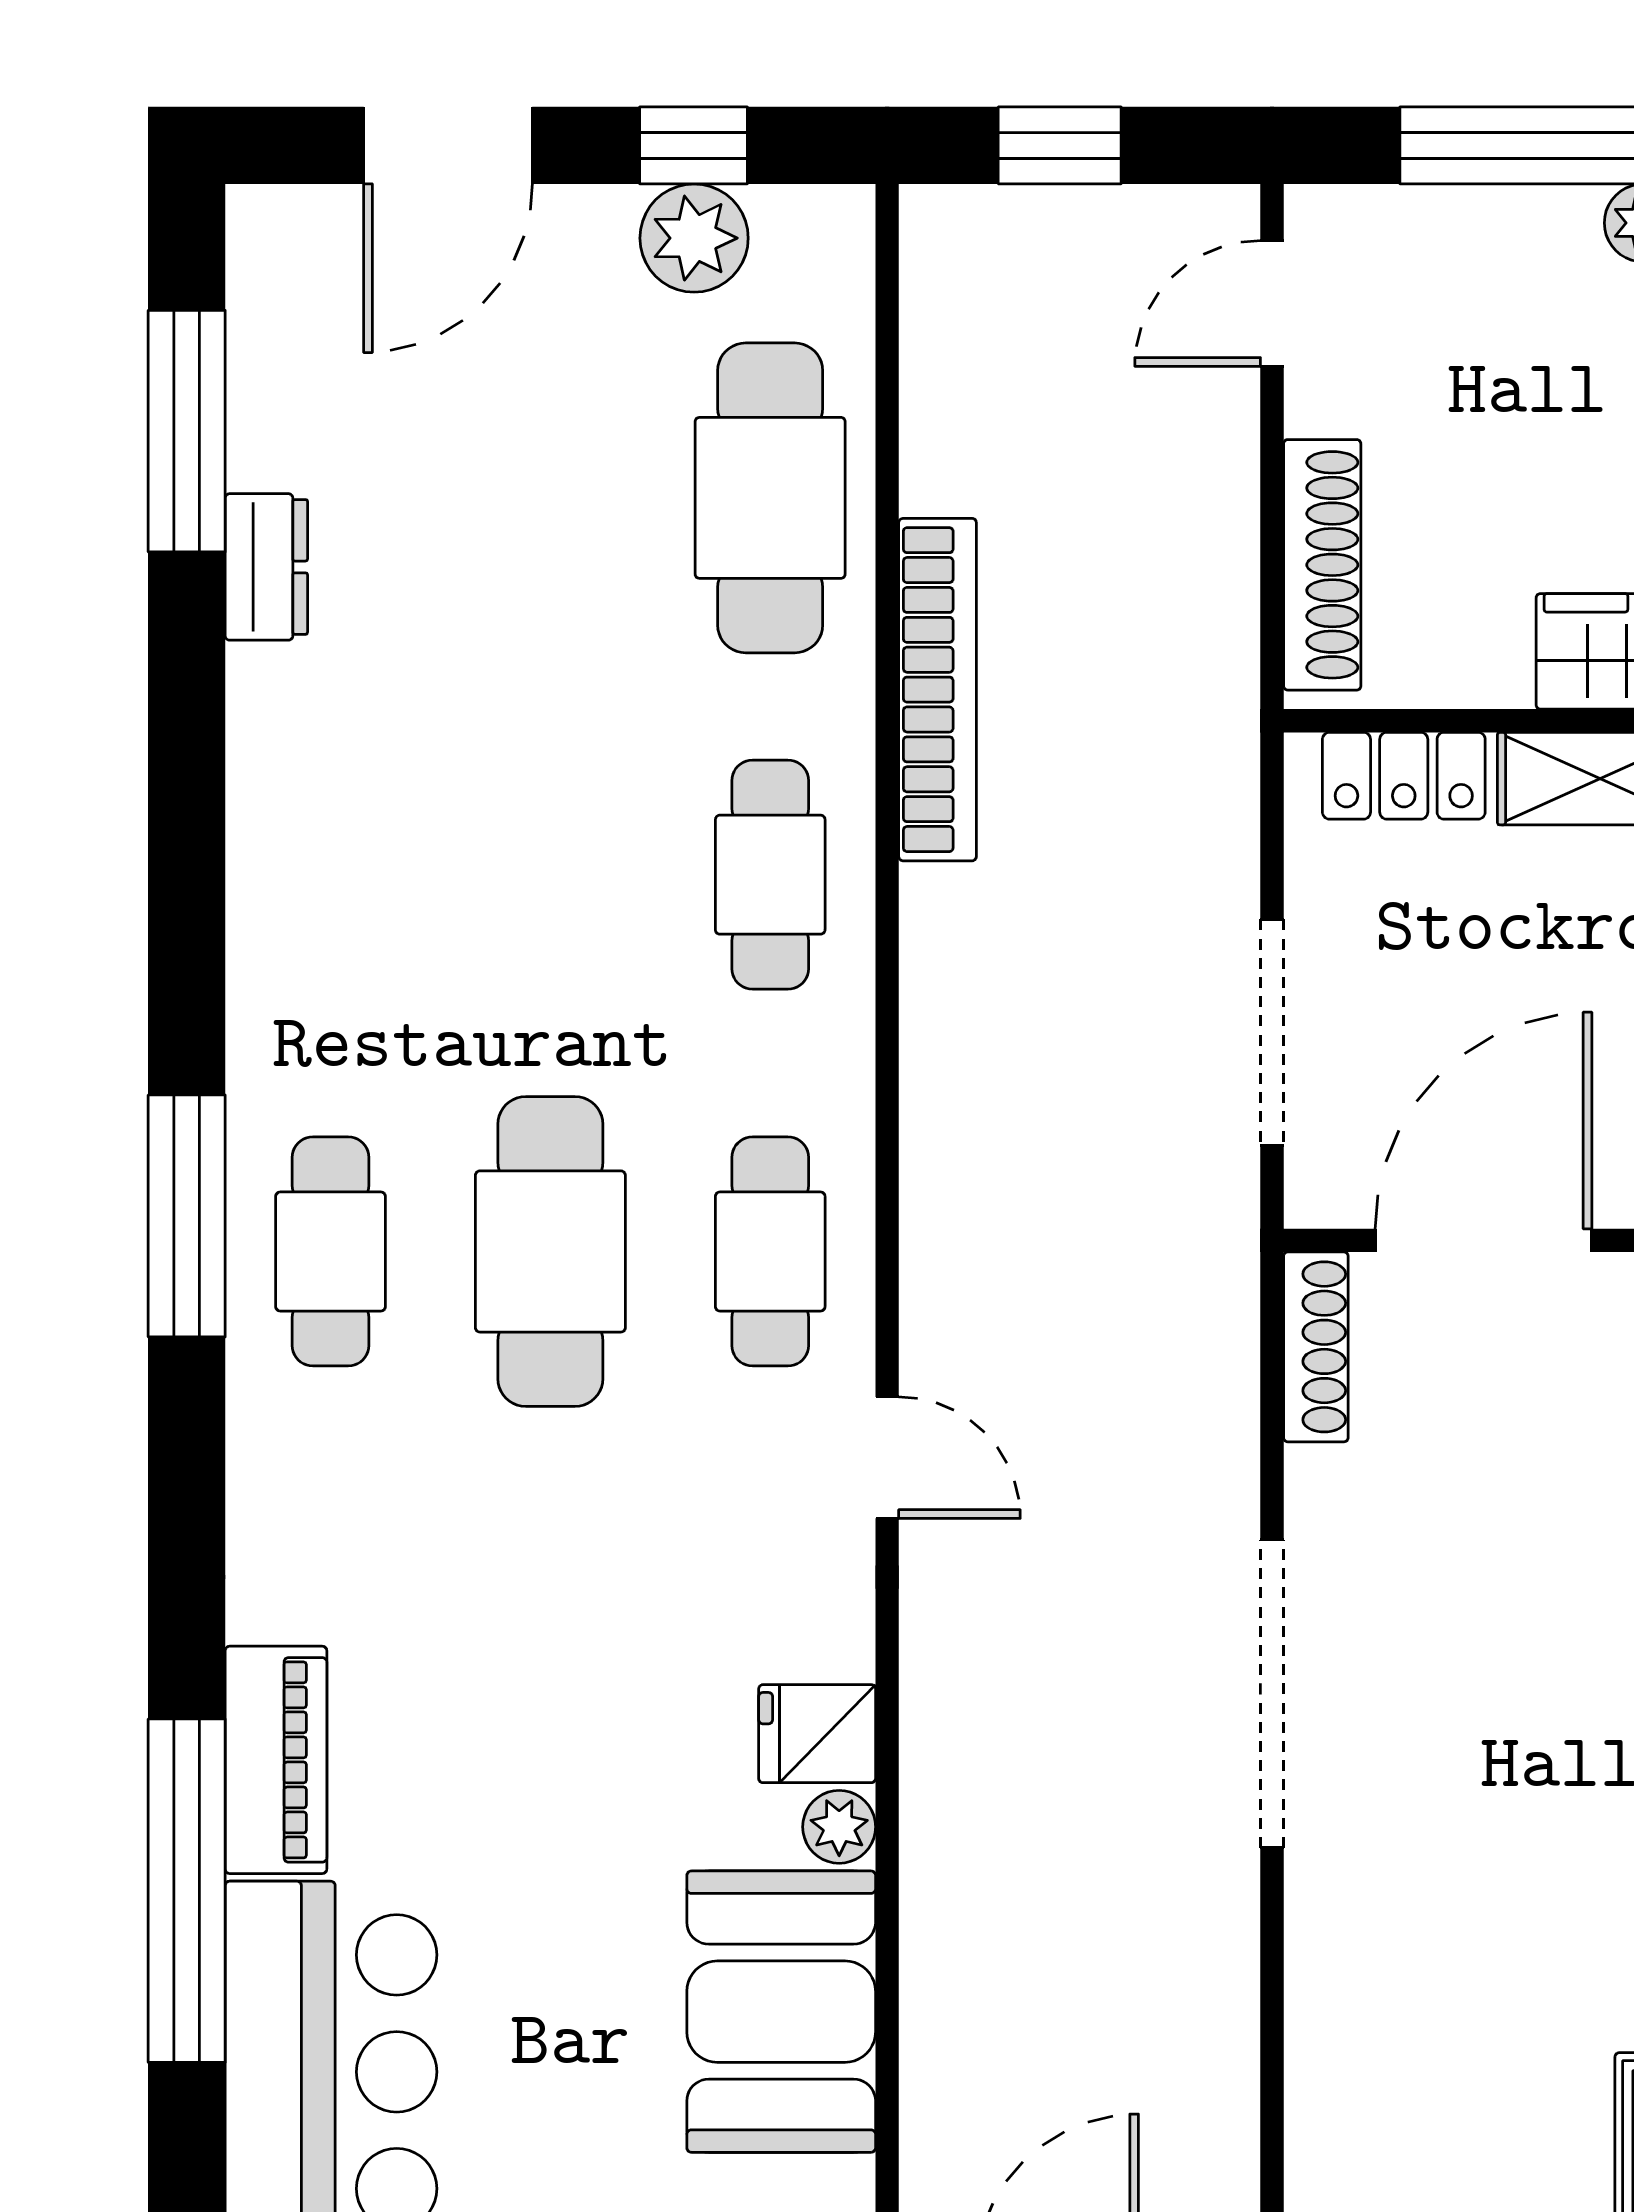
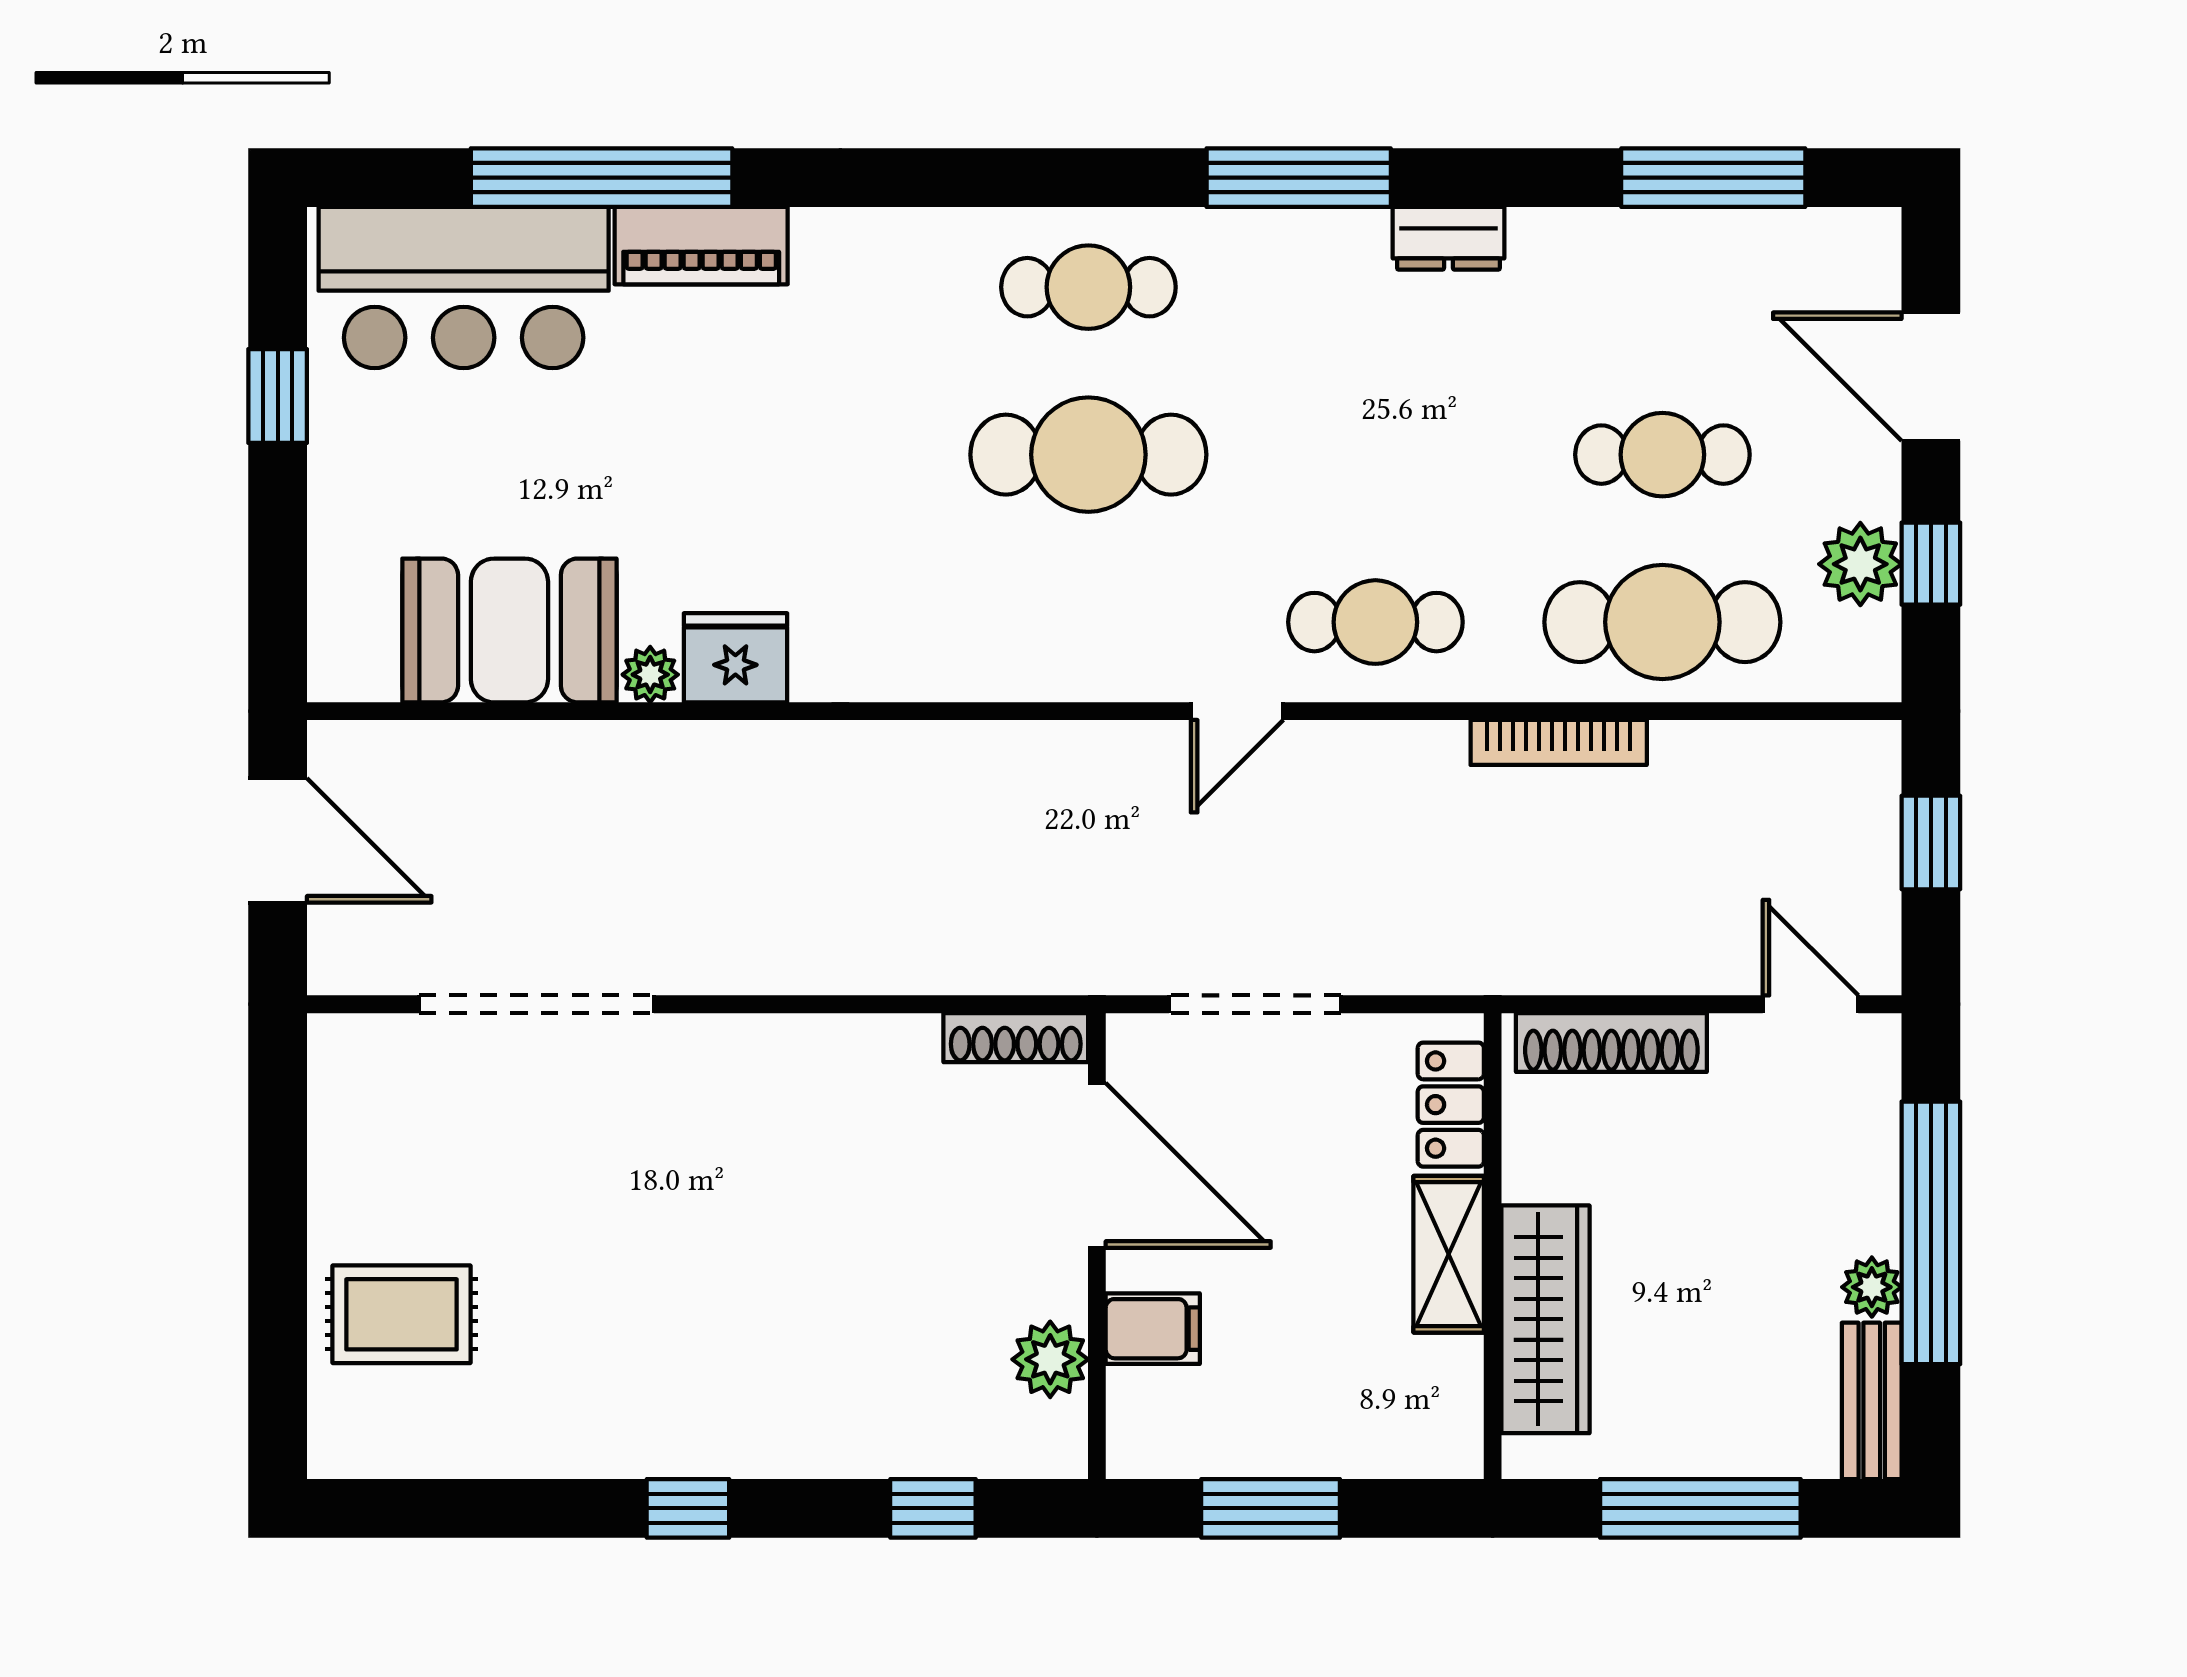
dresser: (266, 567) -> (1448, 238), moved
bookcase: (938, 690) -> (1559, 742), width x0.68, depth x0.76
window: (187, 1216) -> (1299, 178), moved
cafe table: (770, 1251) -> (1662, 455), moved
door: (887, 1458) -> (1237, 711), moved
doorway: (1272, 1694) -> (536, 1004), moved
fridge: (817, 1734) -> (735, 658), width x1.38

